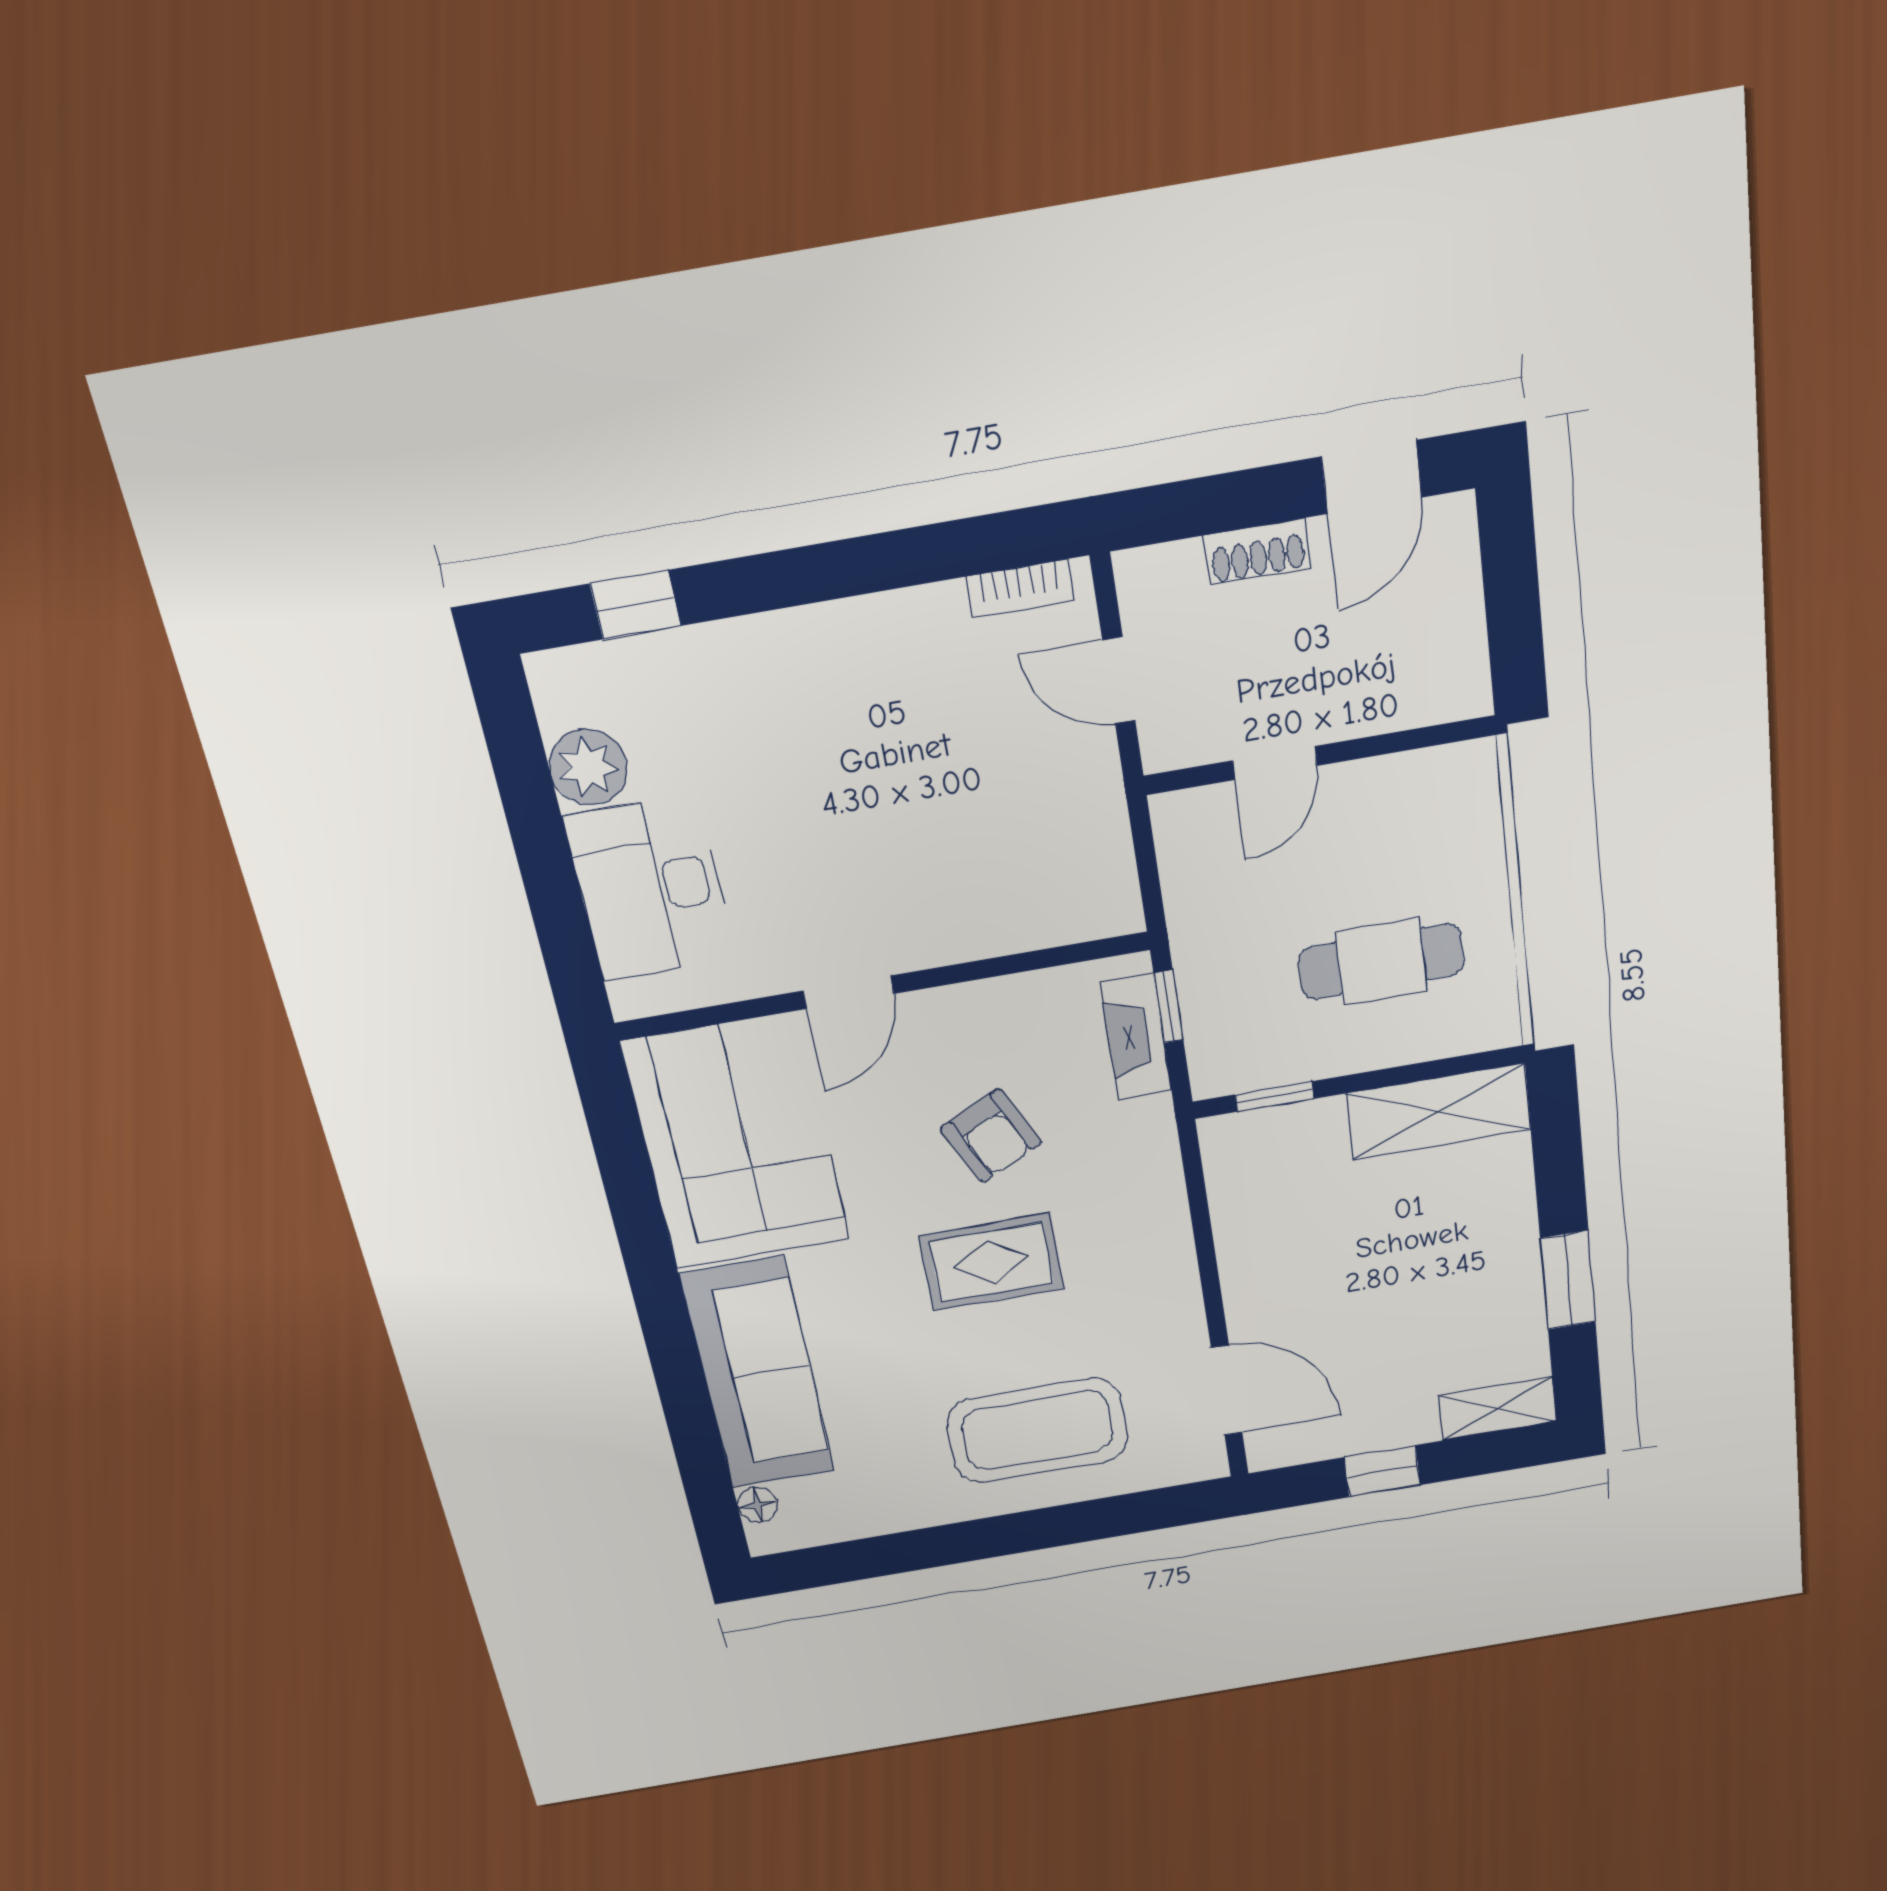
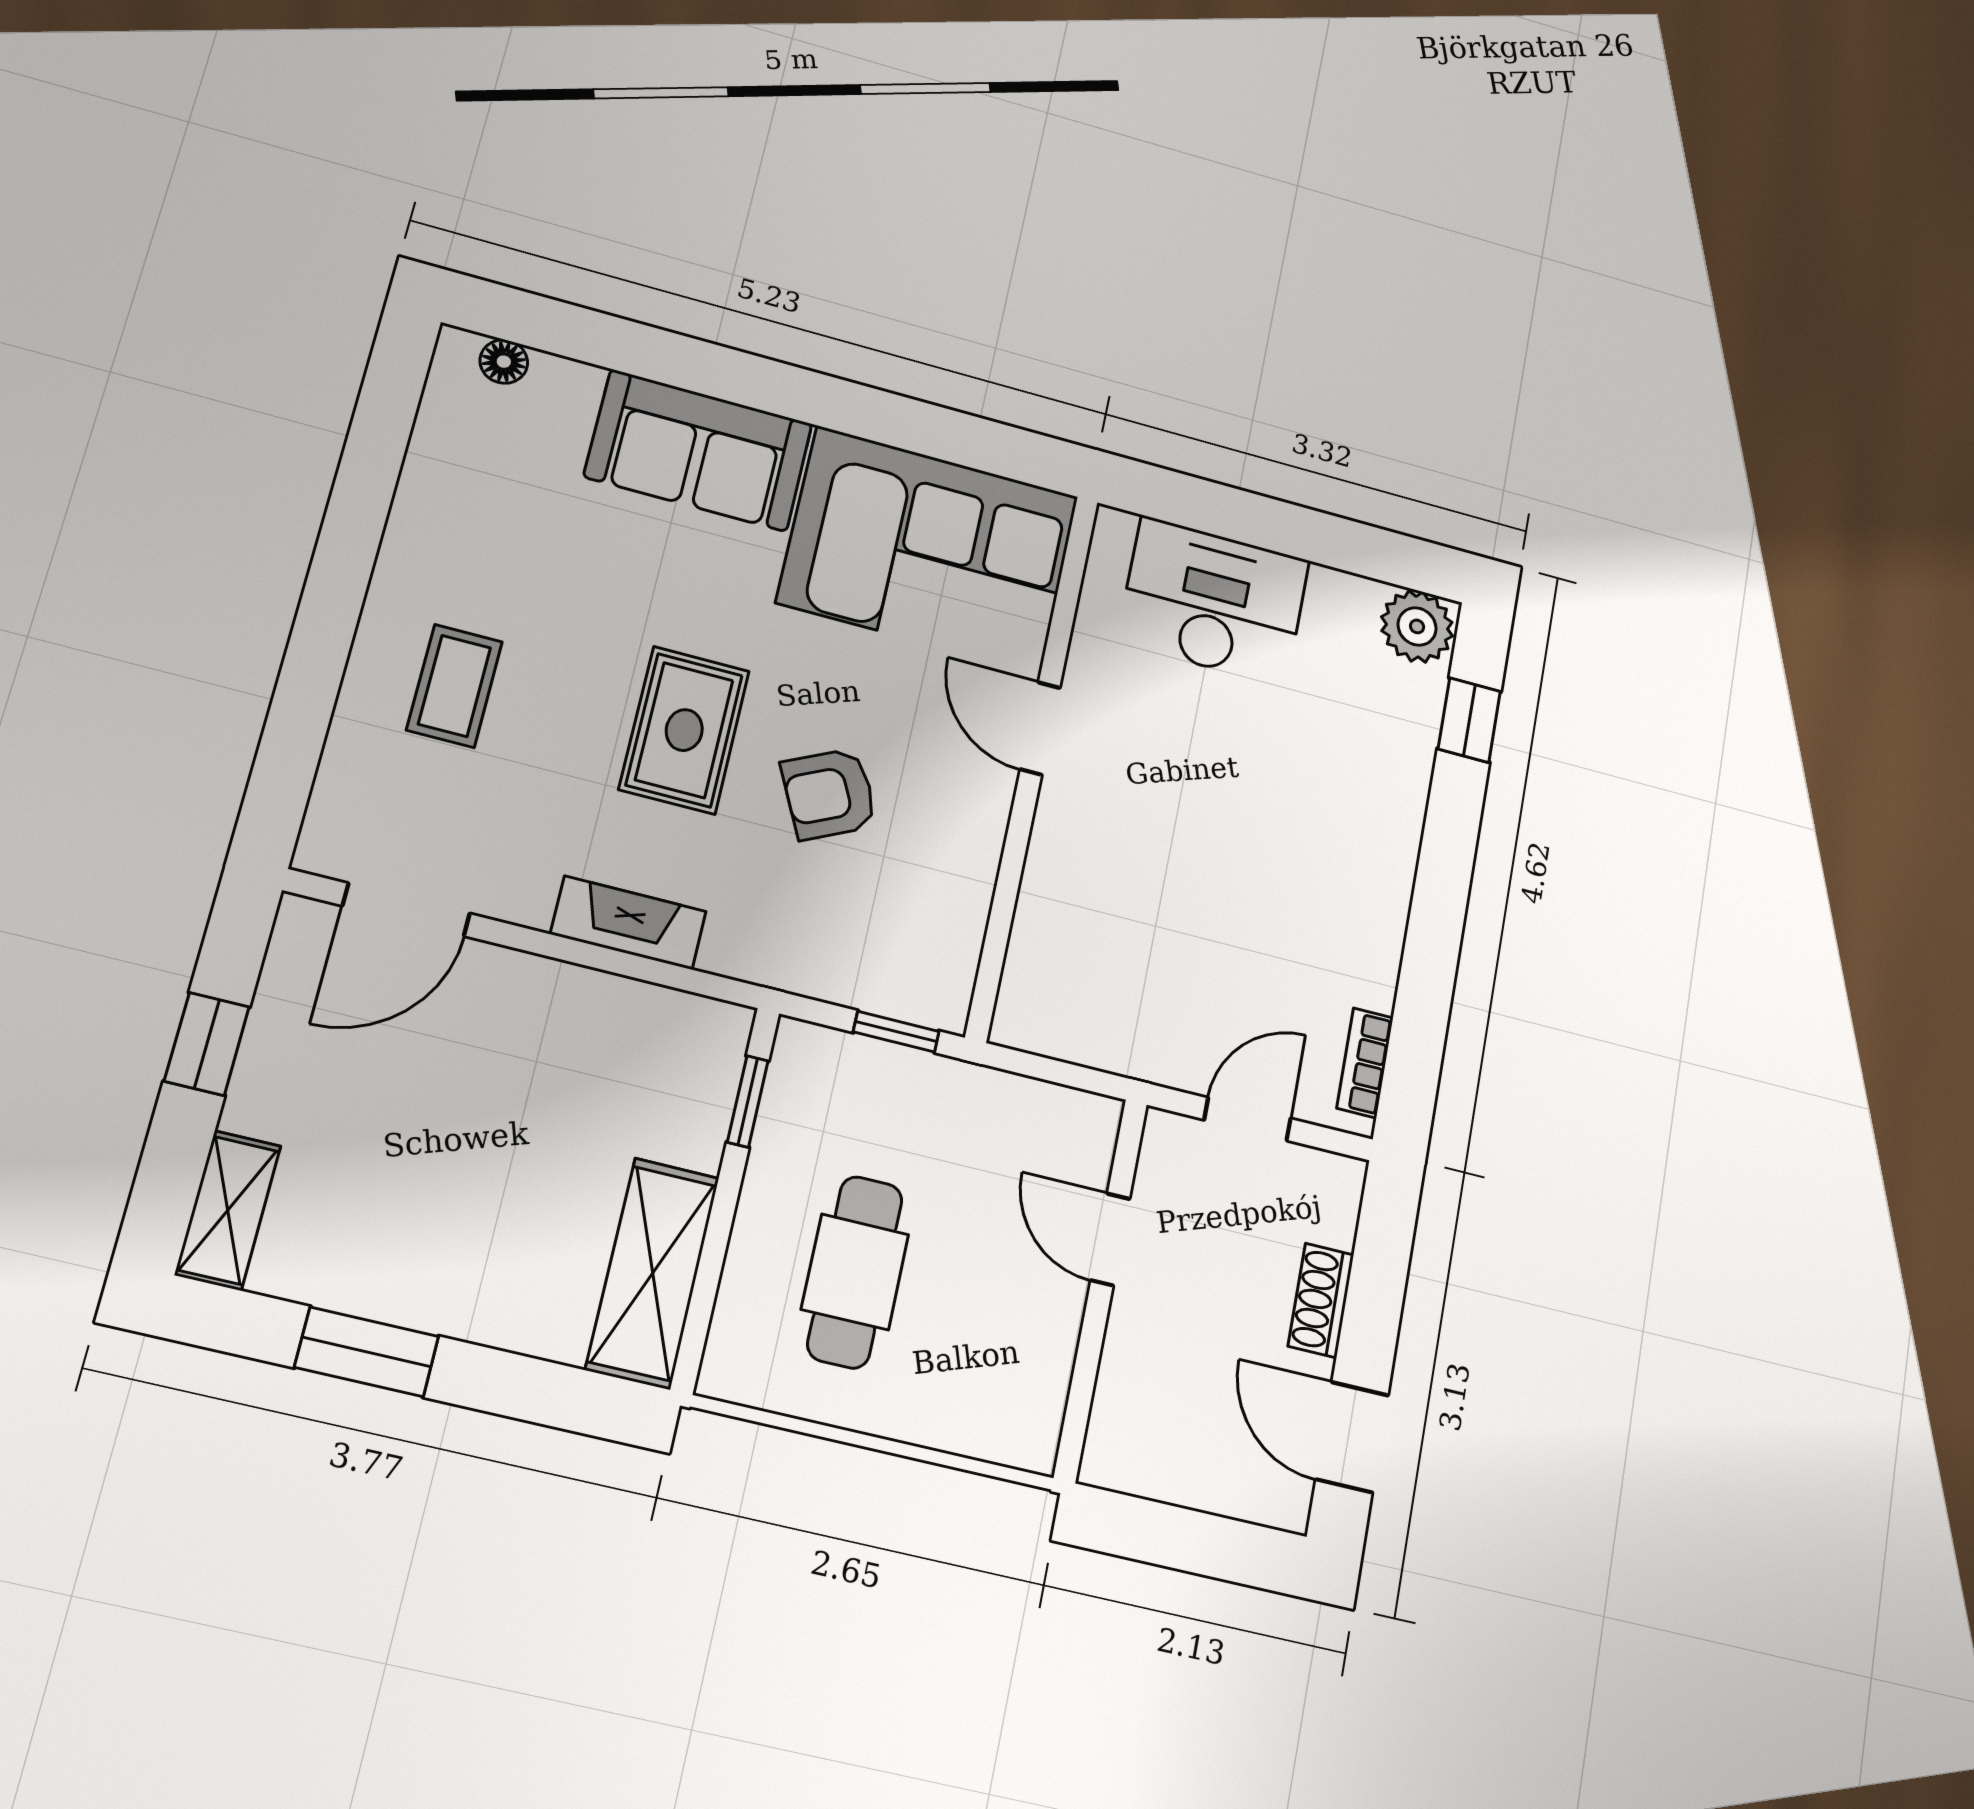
plant: (588, 767) -> (1417, 626), moved
fireplace: (1136, 1037) -> (628, 923), moved
sofa: (758, 1374) -> (699, 450), width x0.73
coffee table: (1037, 1430) -> (454, 686), width x0.54, depth x0.58

